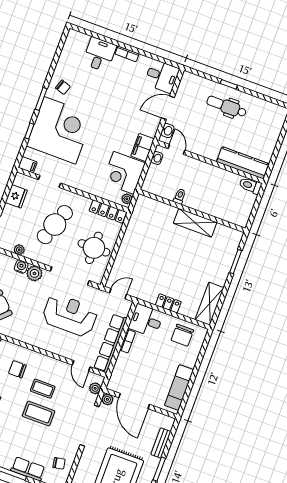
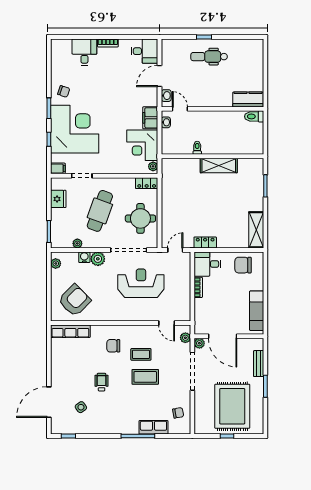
kitchen counter: (243, 163) -> (248, 99), width x0.67
locker: (108, 211) -> (147, 183), width x0.66
locker: (168, 303) -> (205, 243), moved
chair: (182, 335) -> (243, 265), turned 90
row of seats: (110, 343) -> (184, 294), removed

